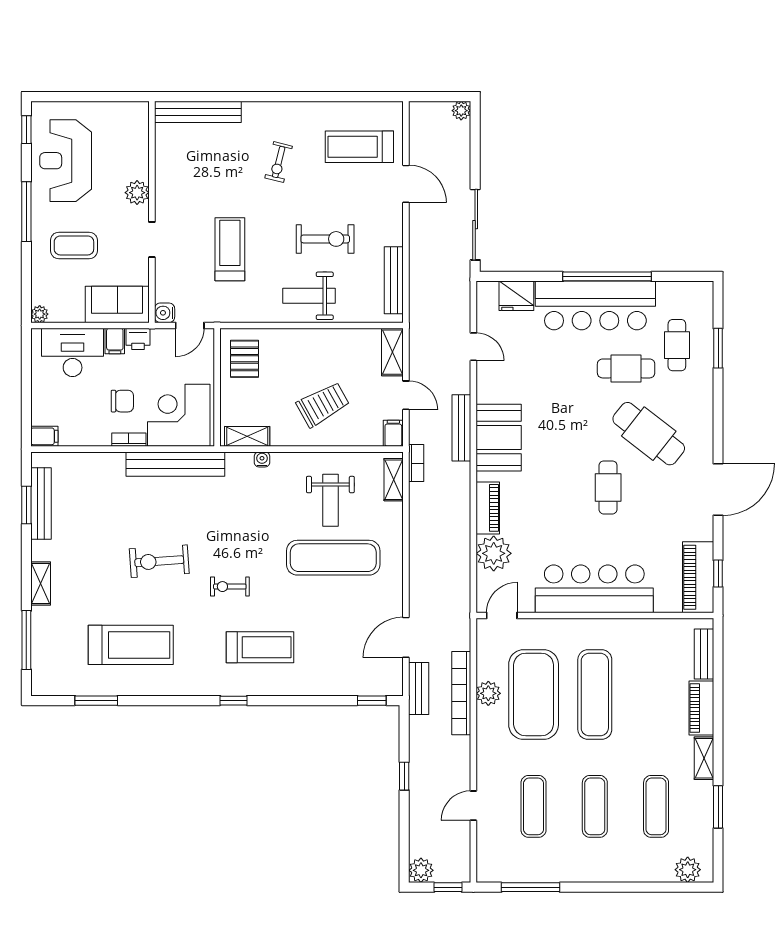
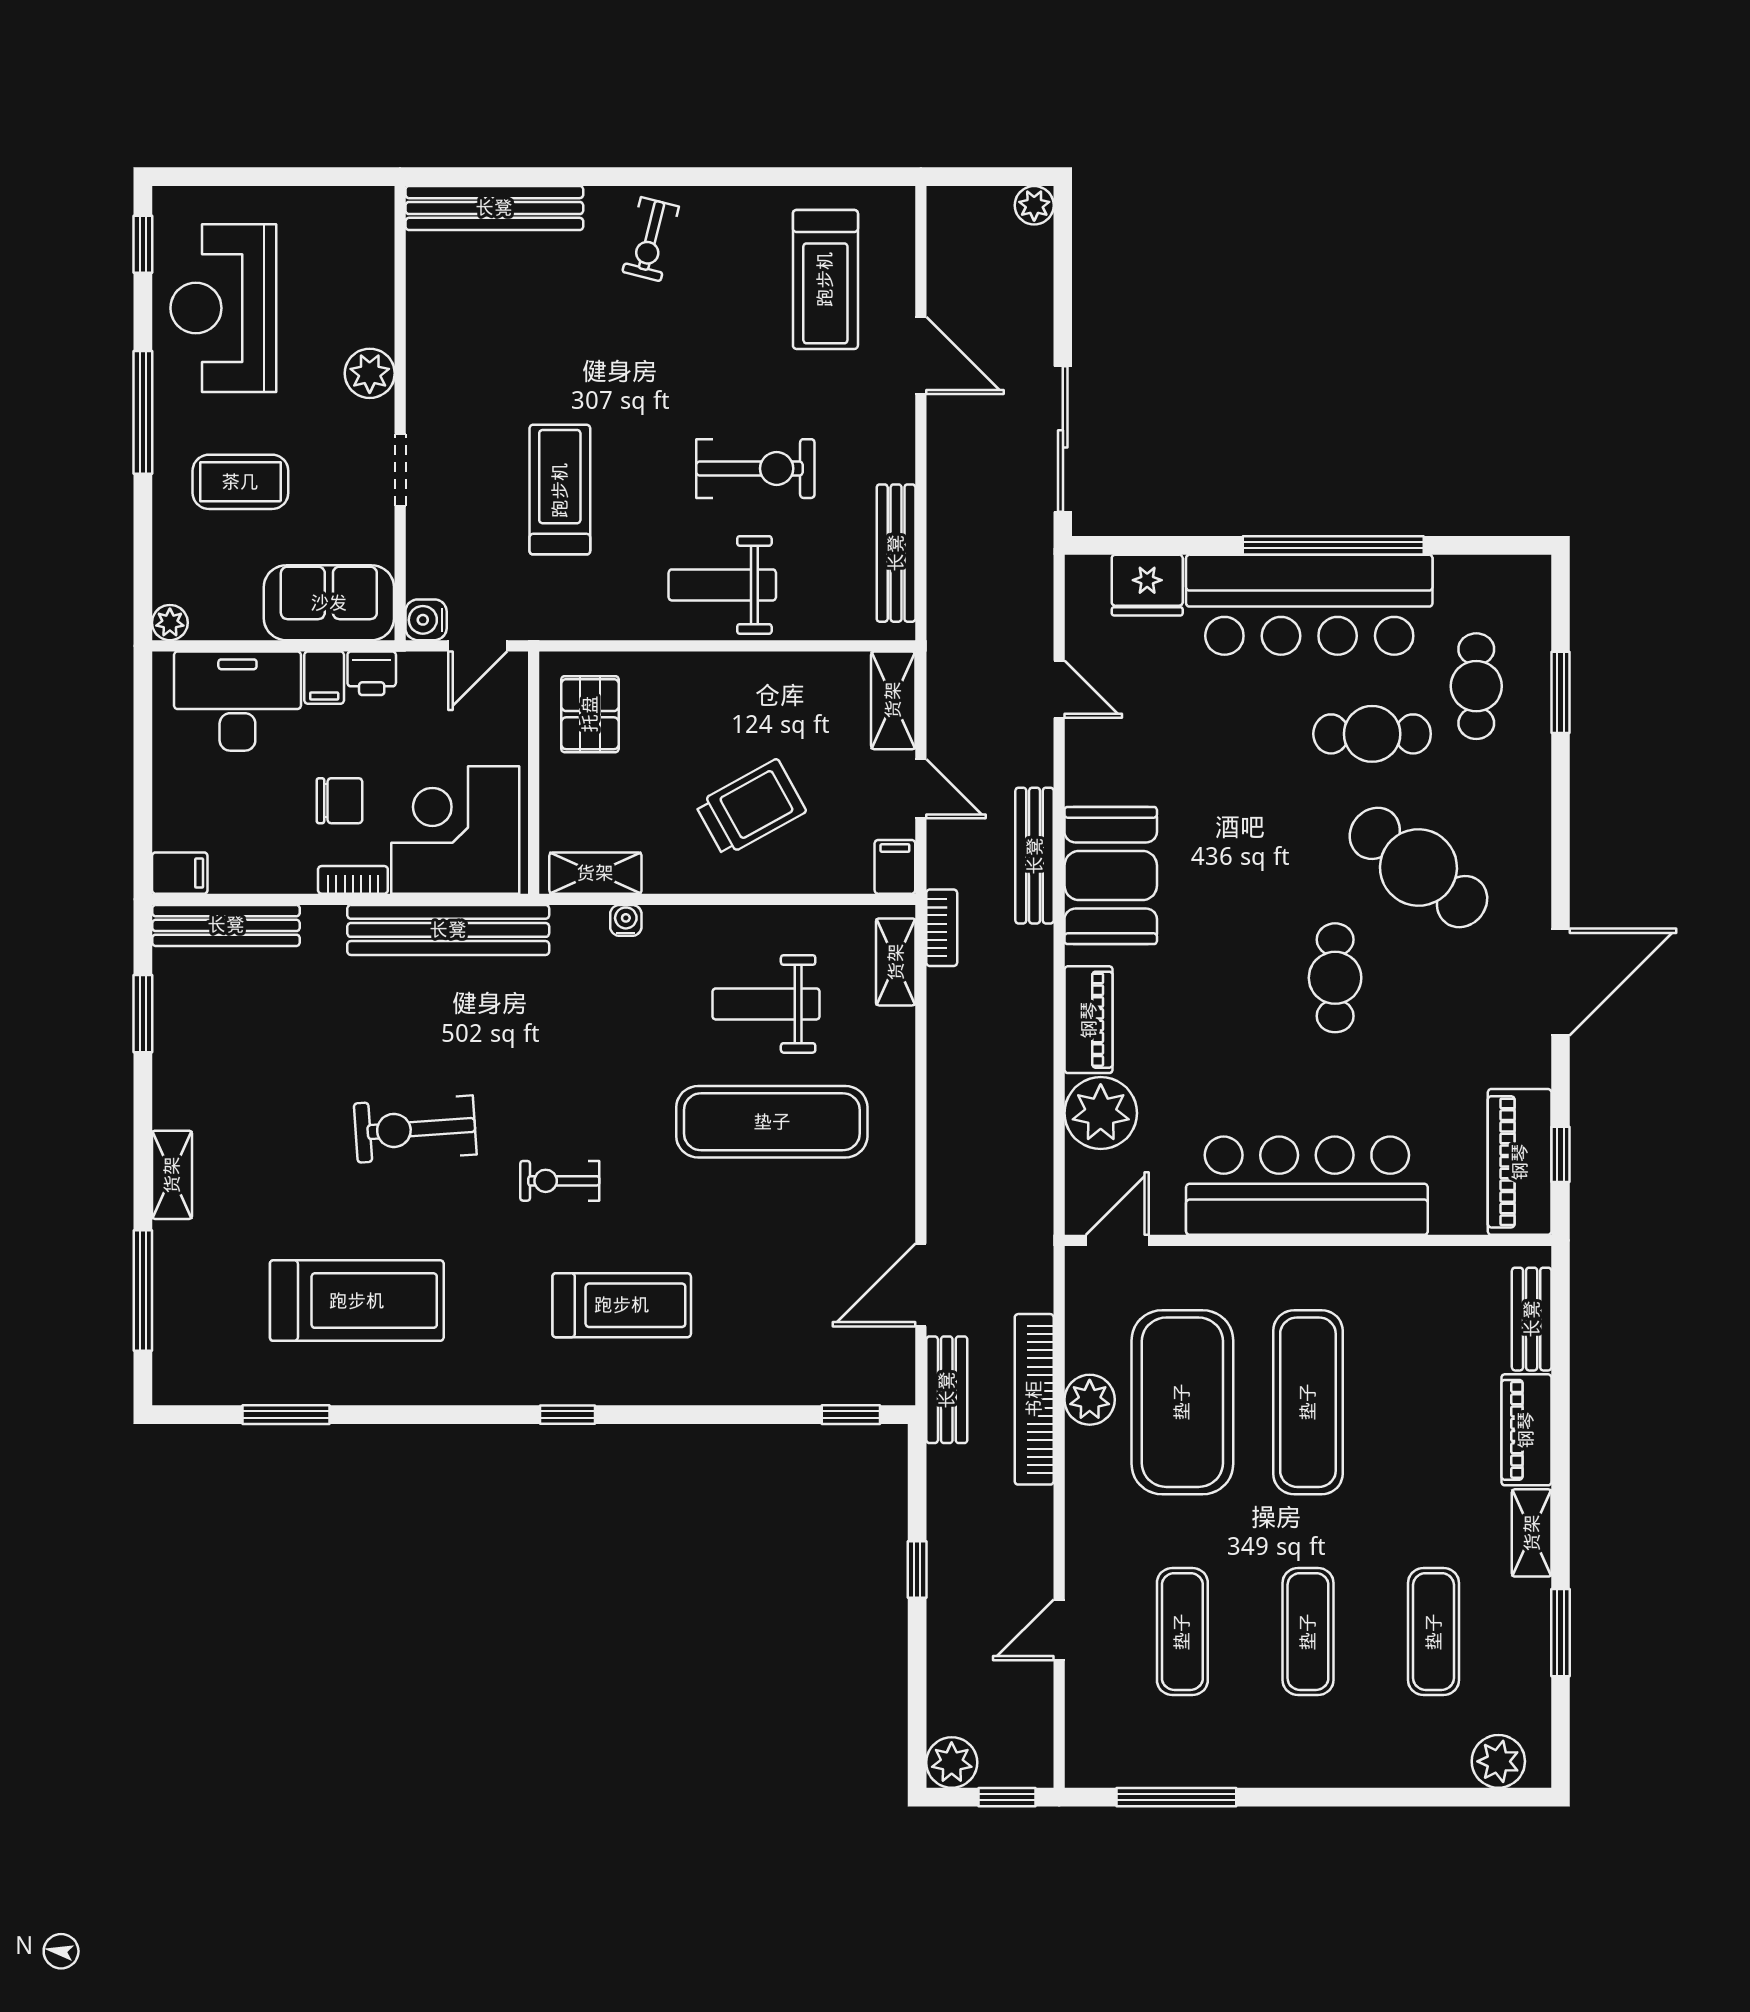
treadmill: (359, 147) -> (825, 279), turned -90
exercise bike: (279, 162) -> (651, 239), moved
weight bench: (330, 500) -> (766, 1004), turned 90
bench: (41, 504) -> (226, 925), moved, turned 90

